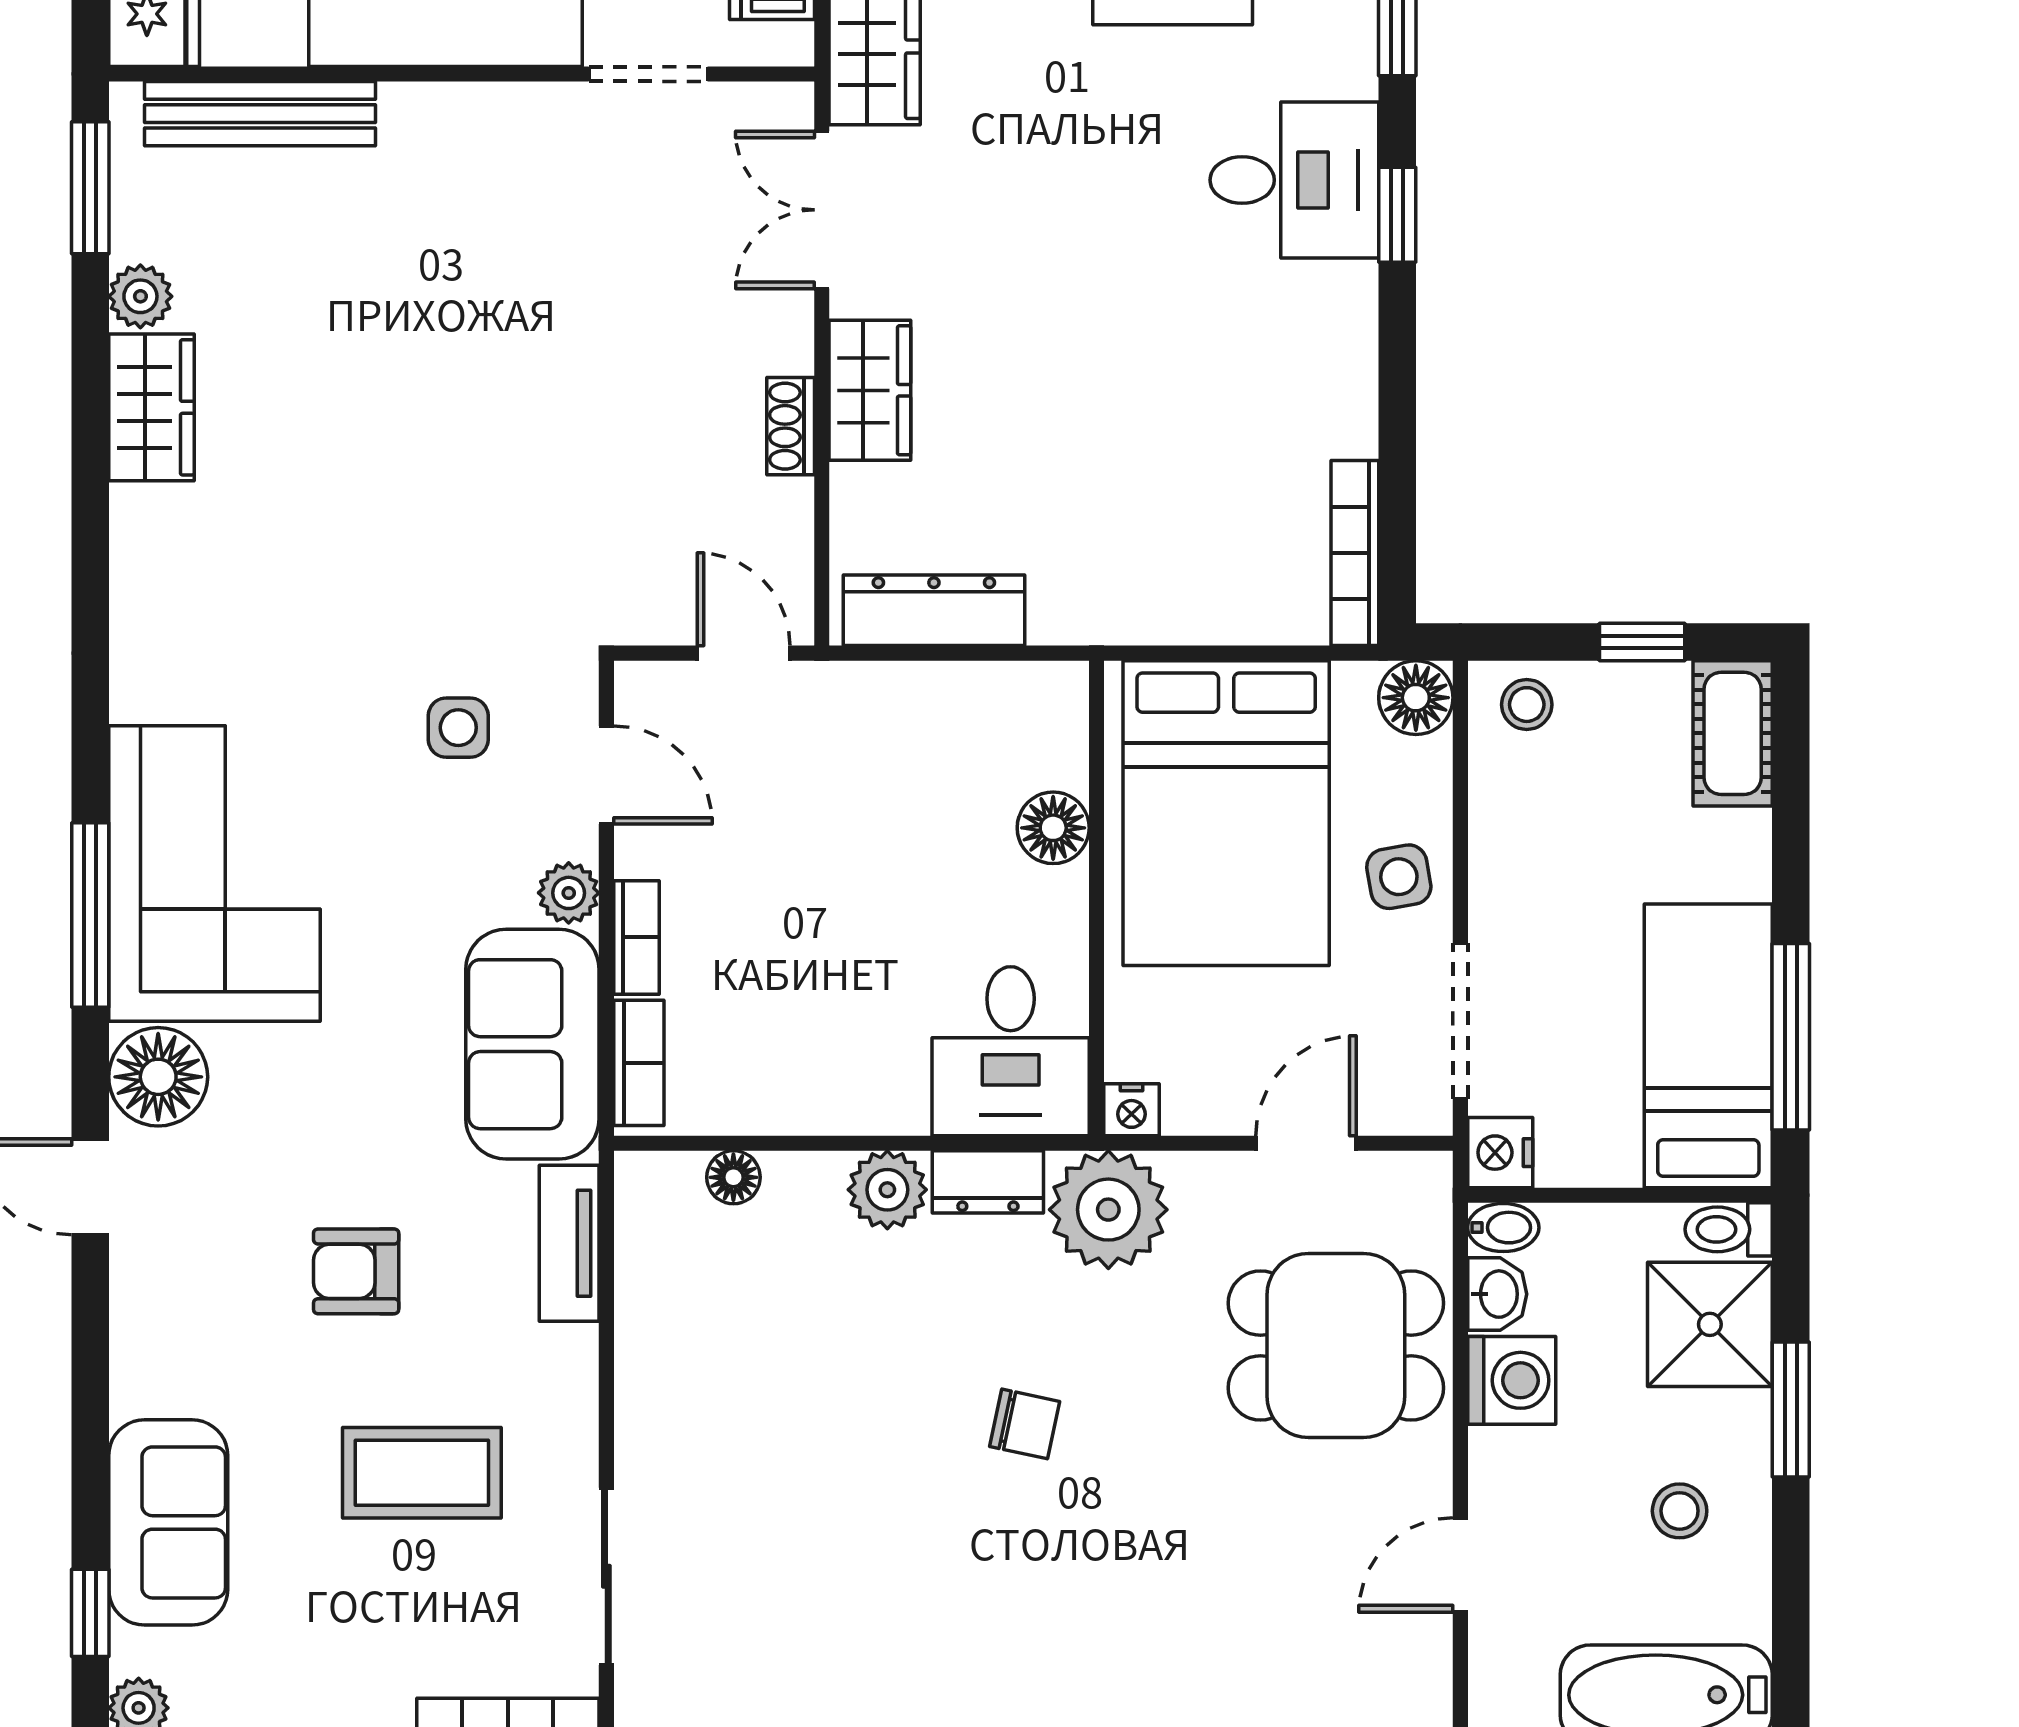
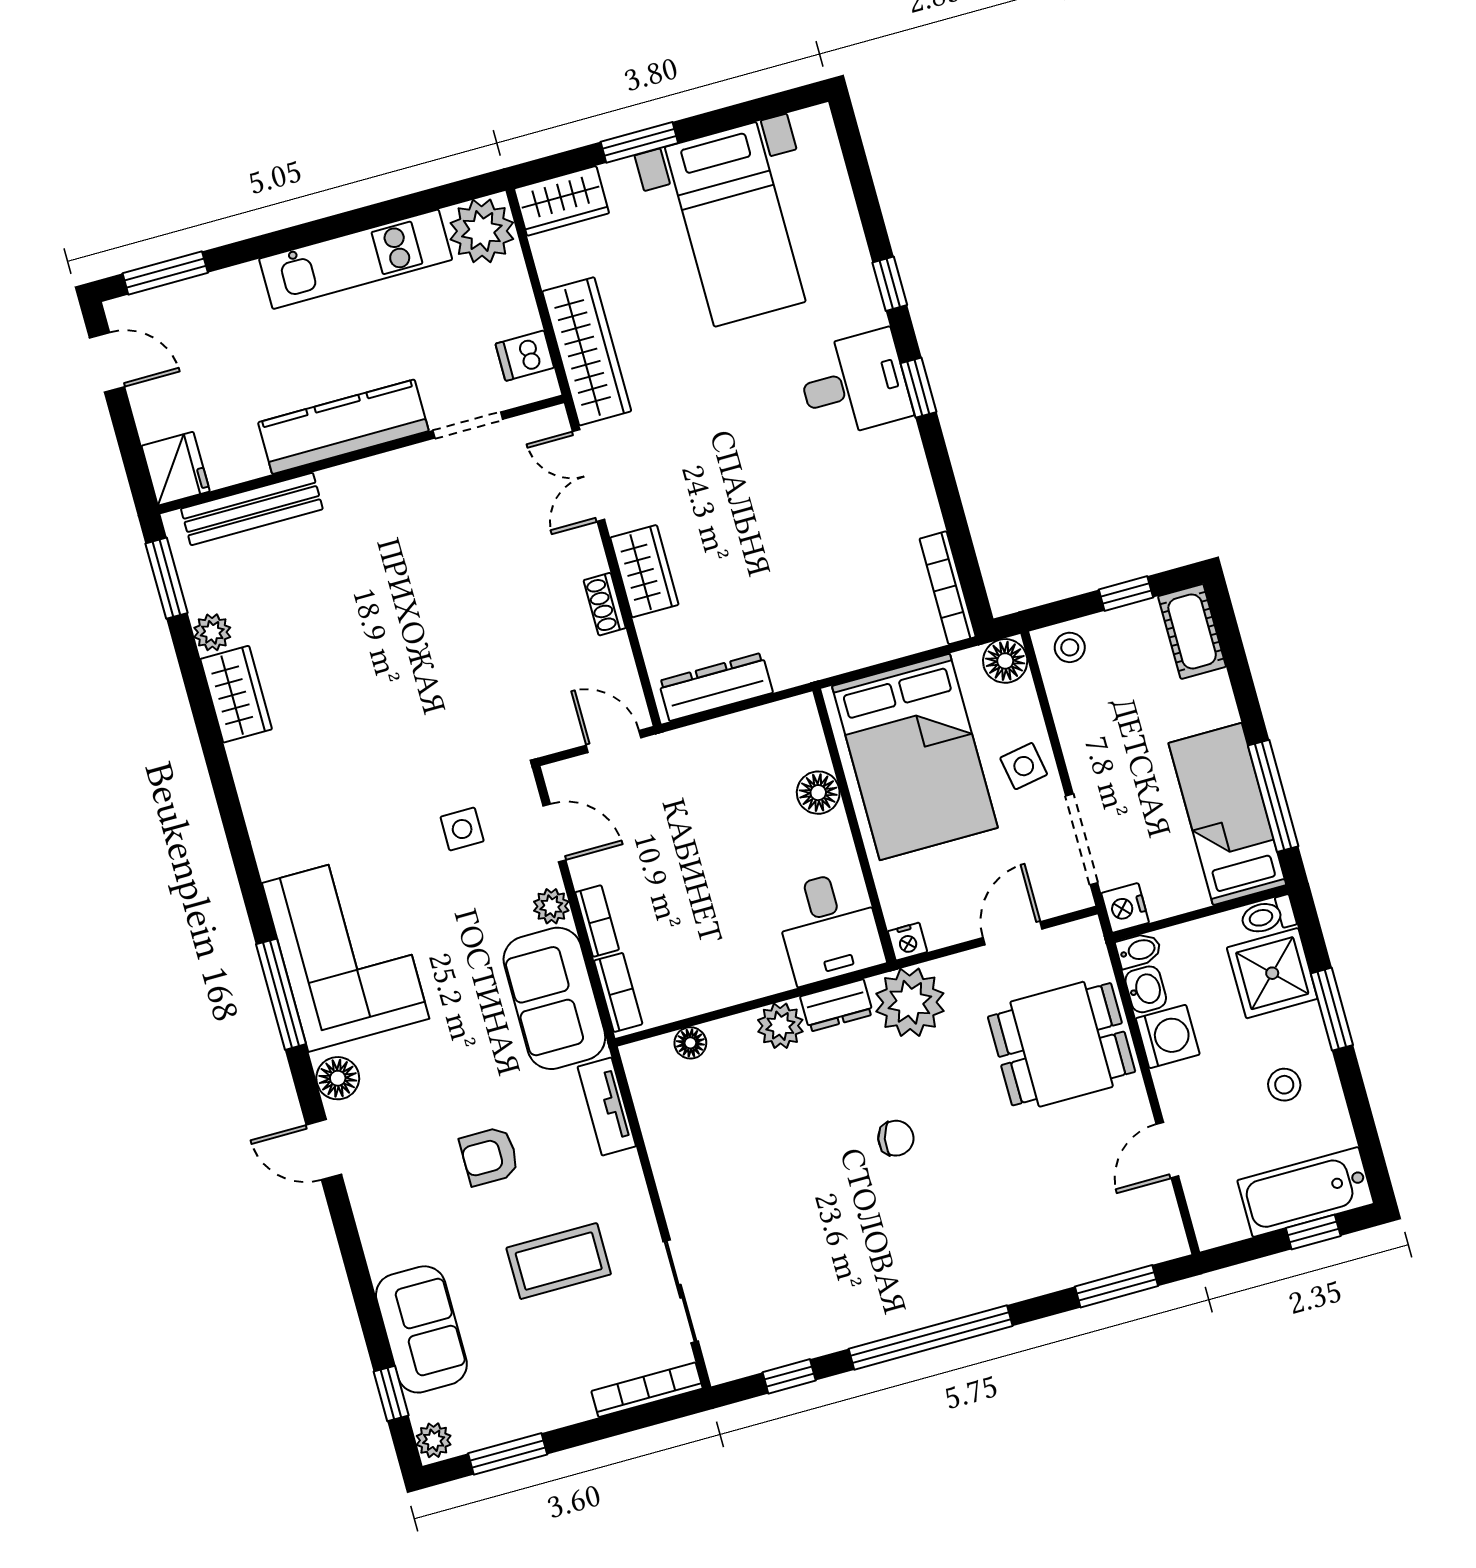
floor lamp: (158, 1077) -> (338, 1078), width x0.73, depth x0.73

